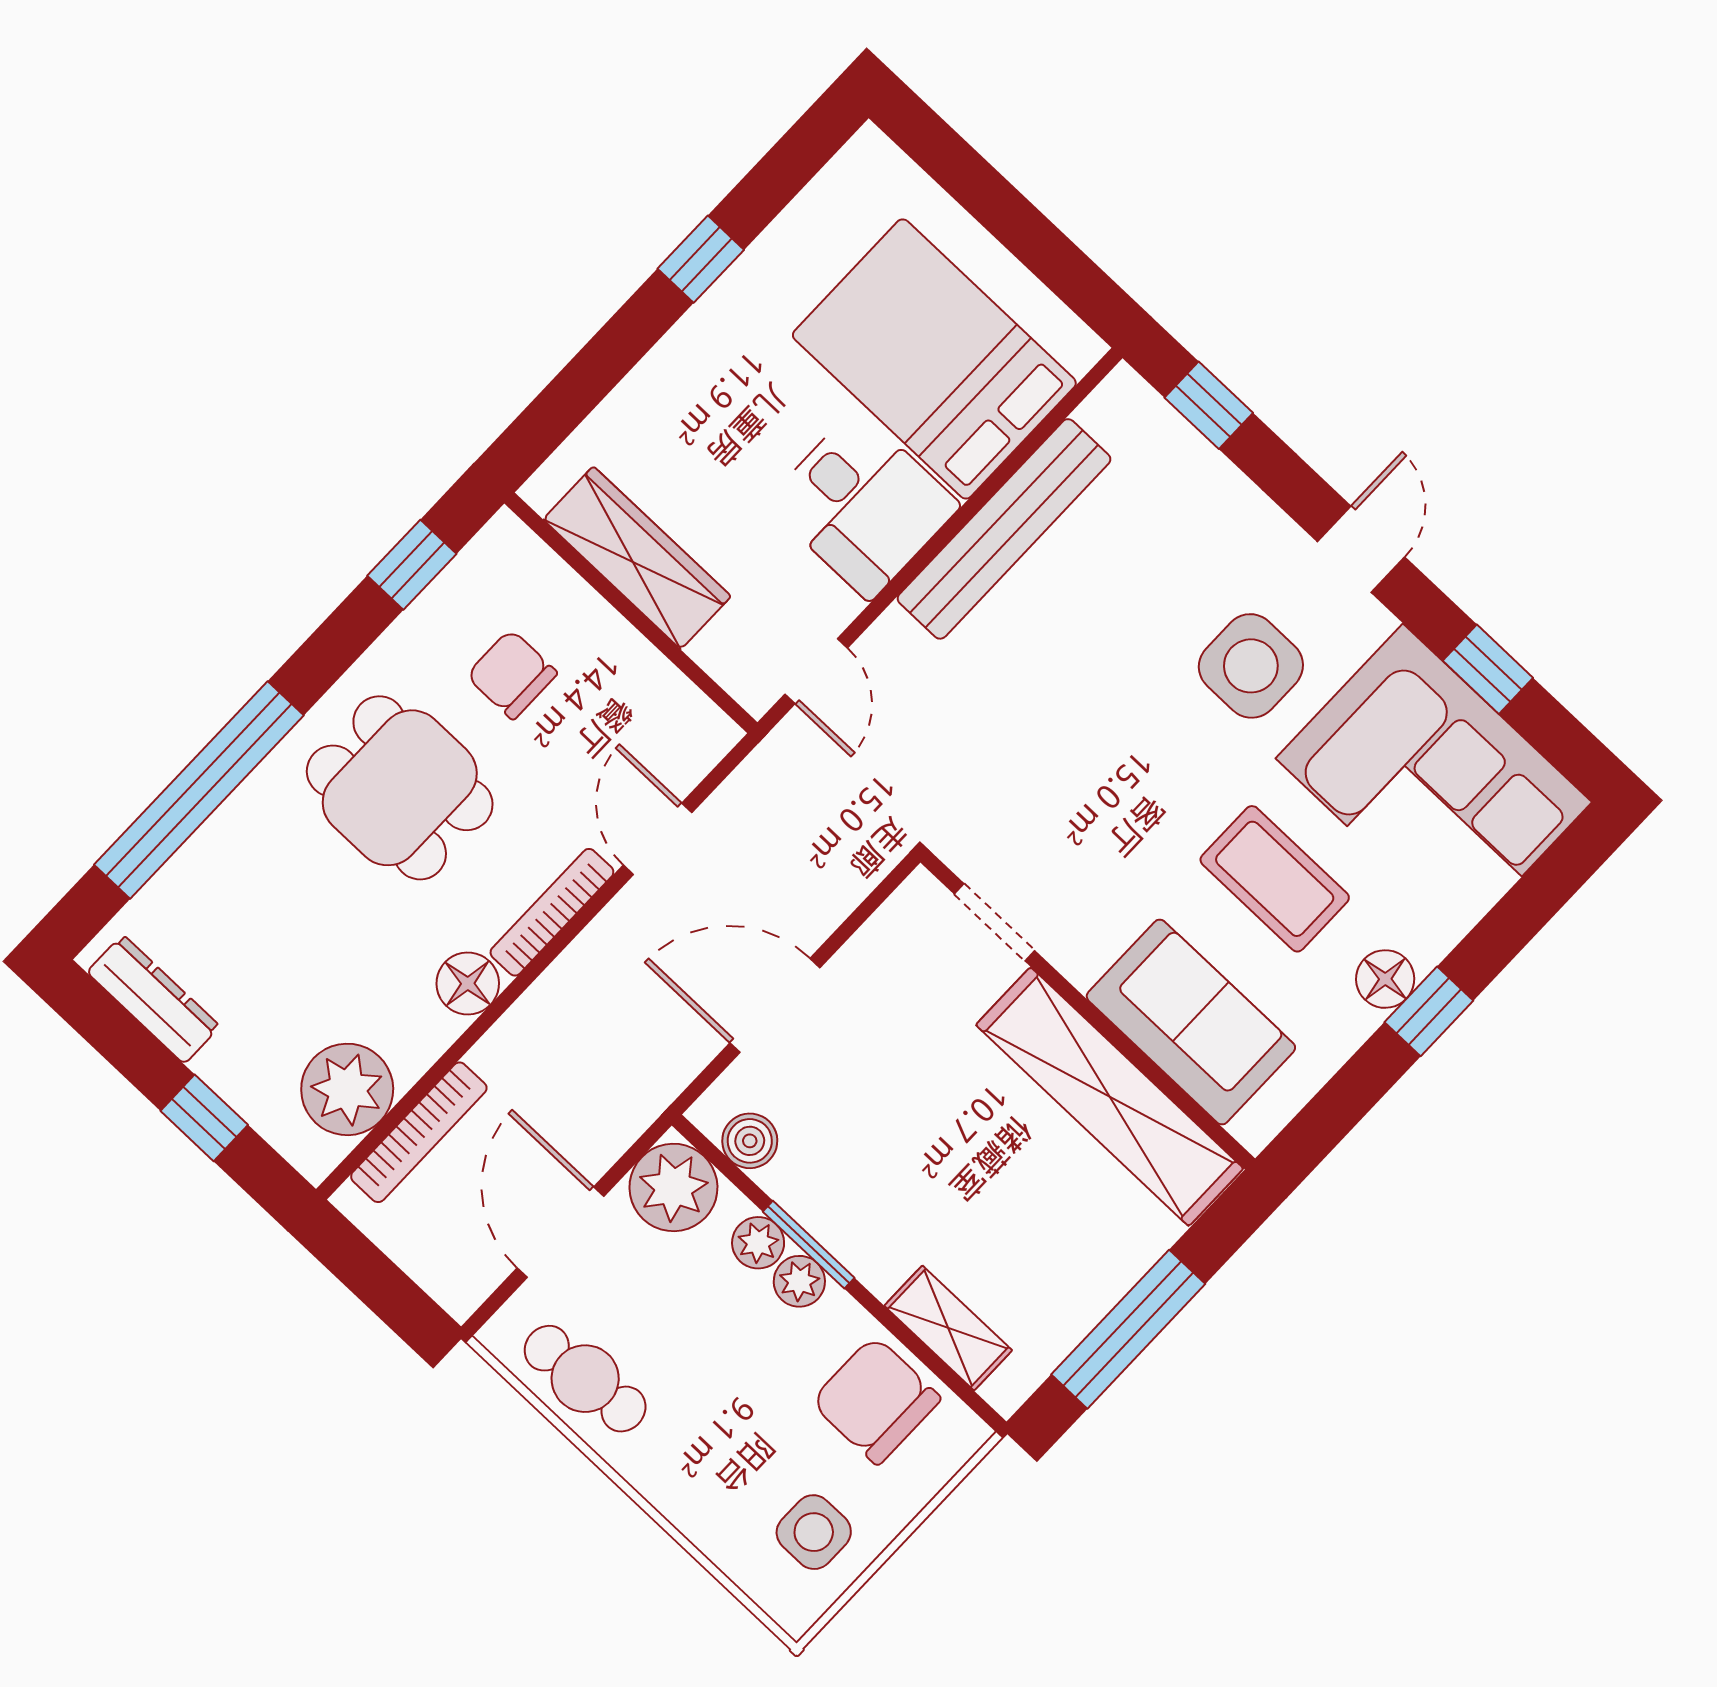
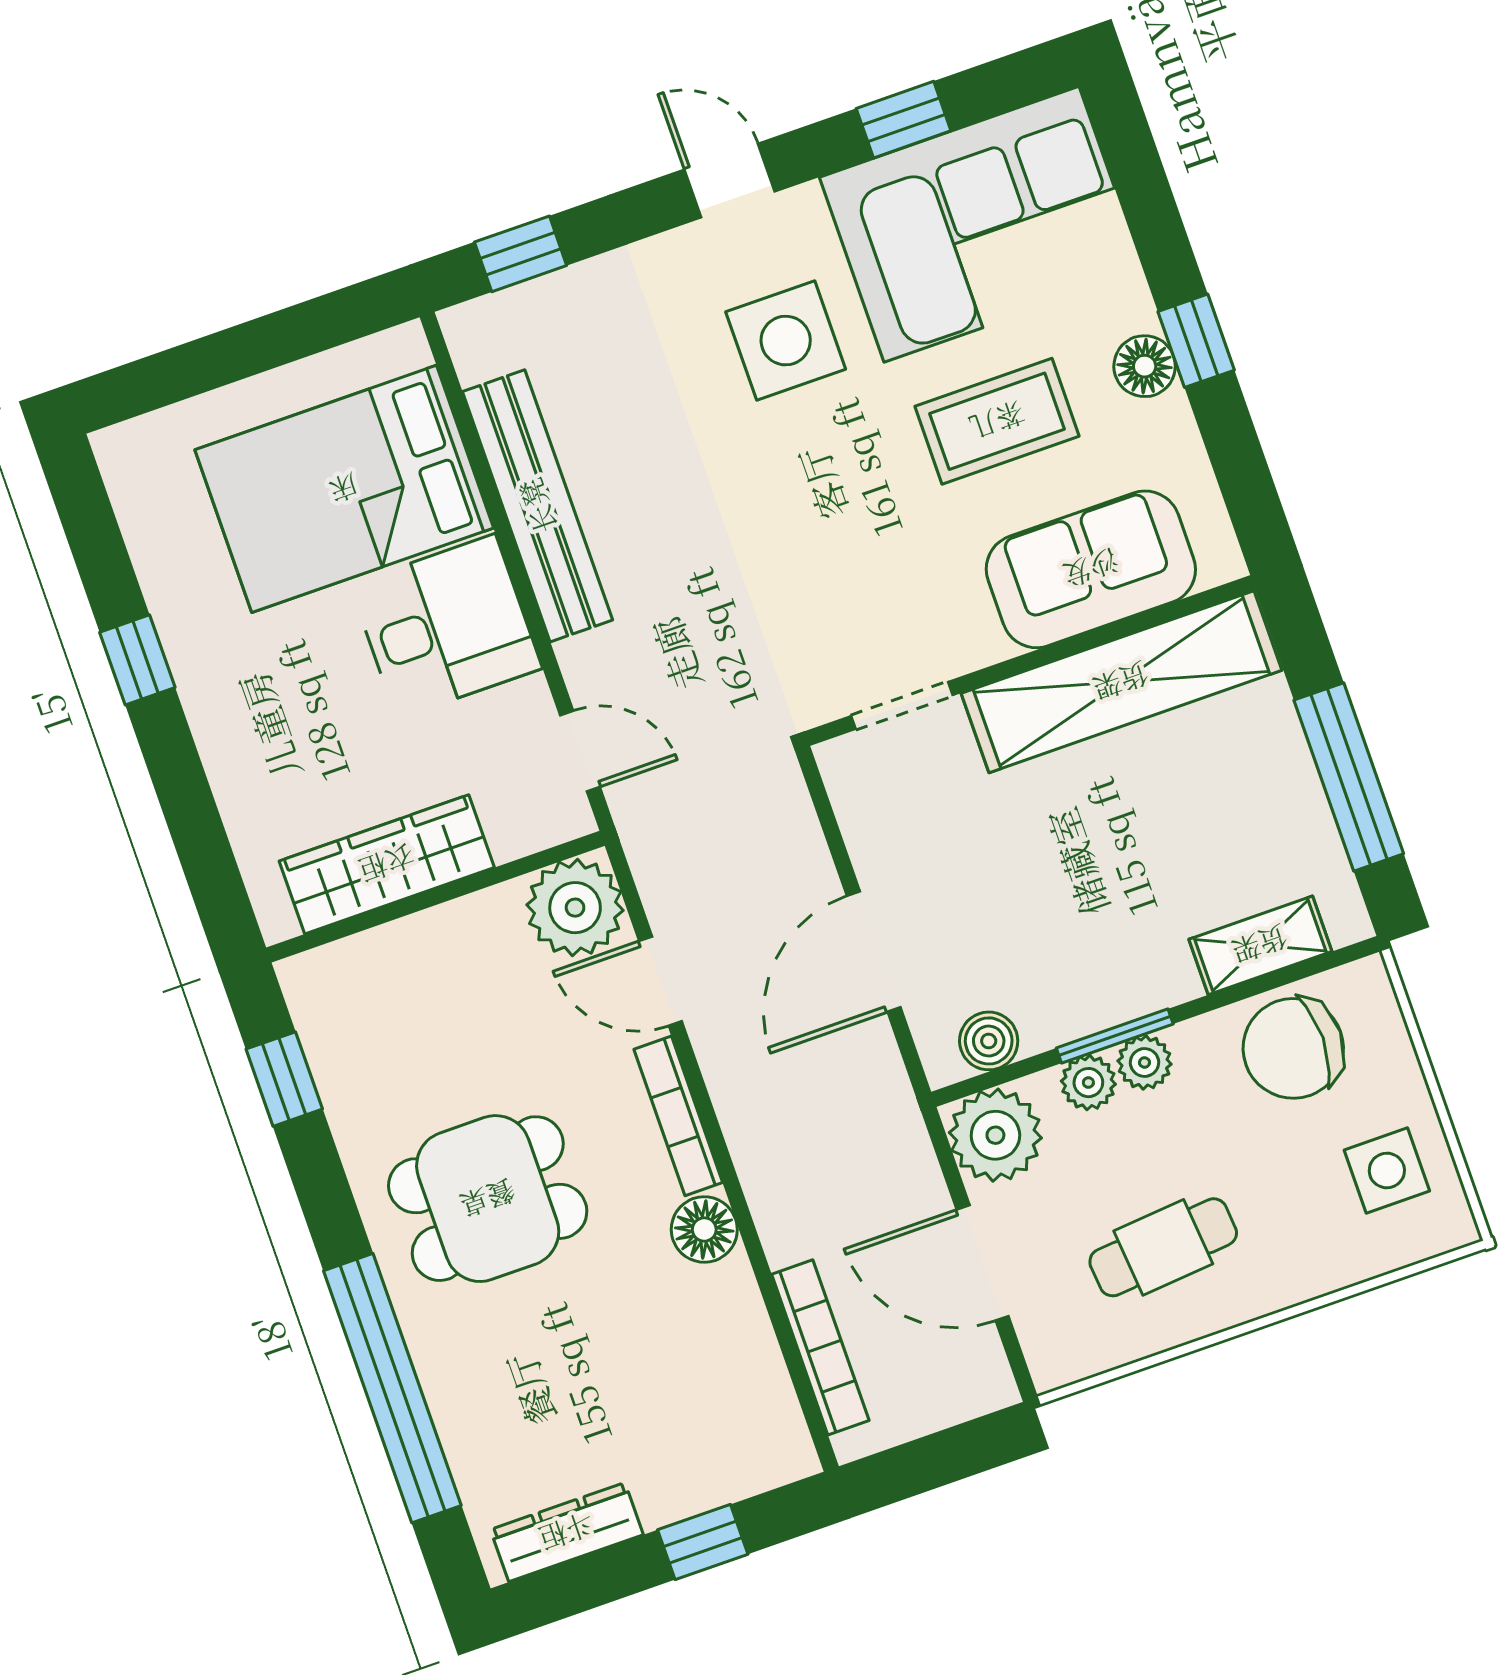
chair: (512, 674) -> (436, 1038), removed
plant: (347, 1089) -> (575, 908), moved
cafe table: (585, 1379) -> (1163, 1247), moved

